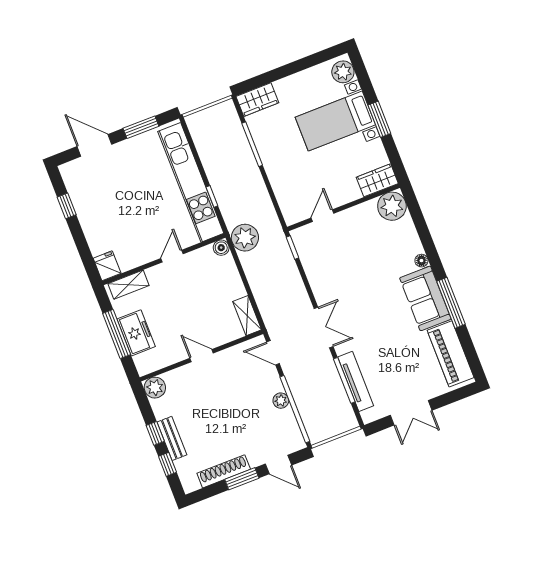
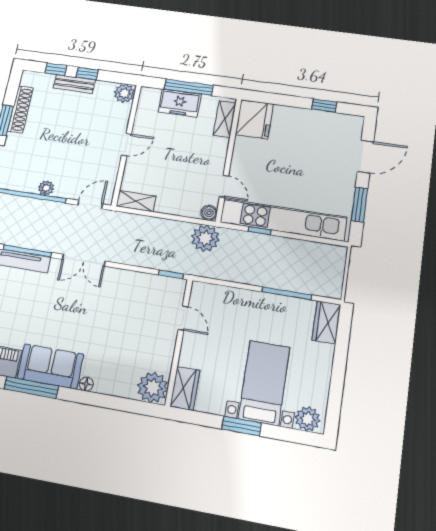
door: (172, 256) -> (224, 186), moved
fridge: (107, 266) -> (254, 119), width x1.88, depth x1.34

